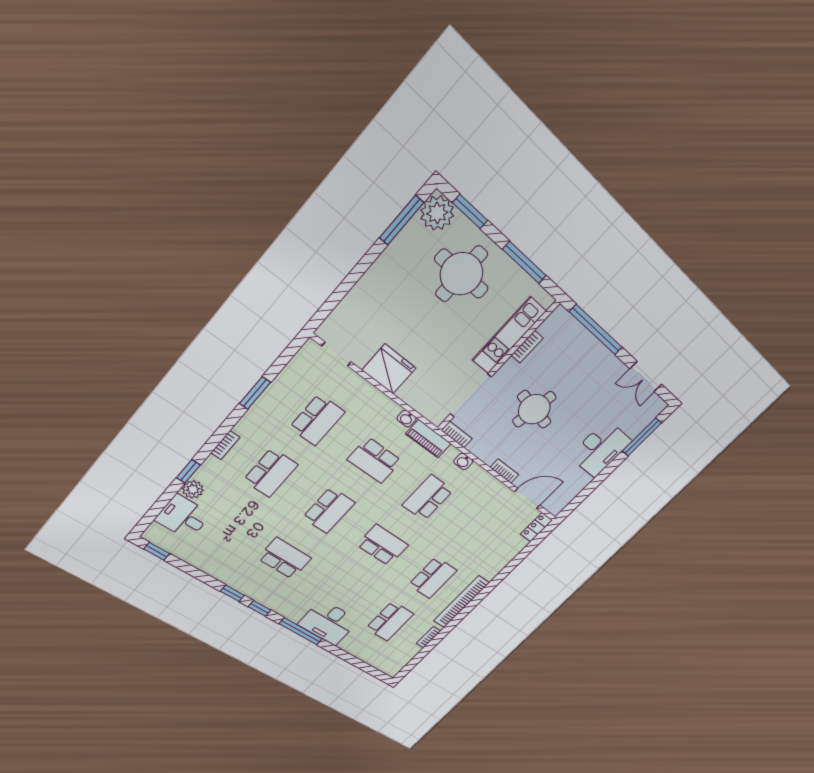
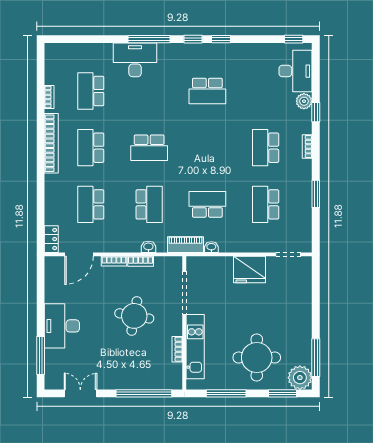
bookcase: (457, 434) -> (141, 261), moved
school desk: (329, 510) -> (91, 204), moved
desk: (183, 517) -> (296, 71), width x1.37

